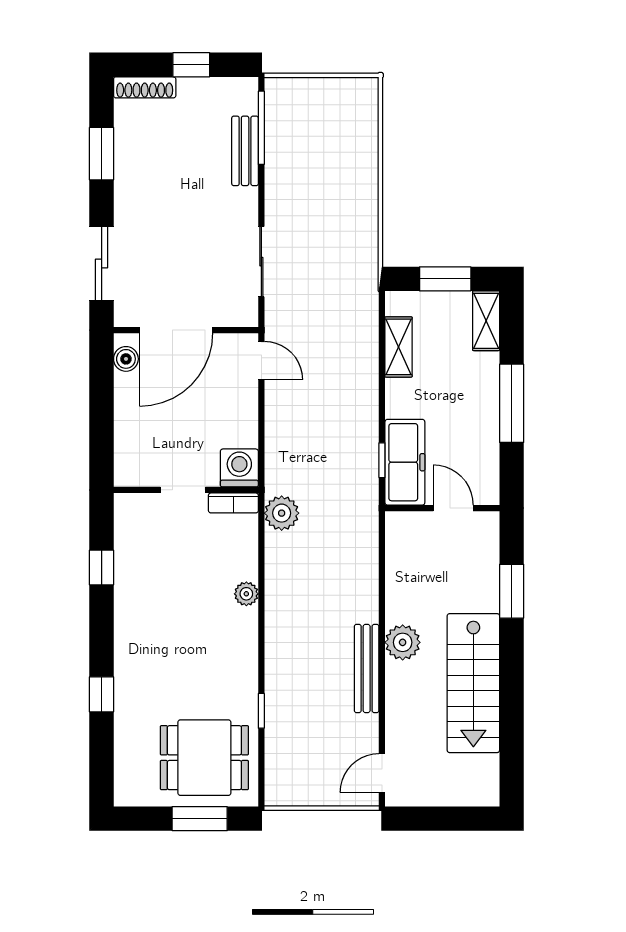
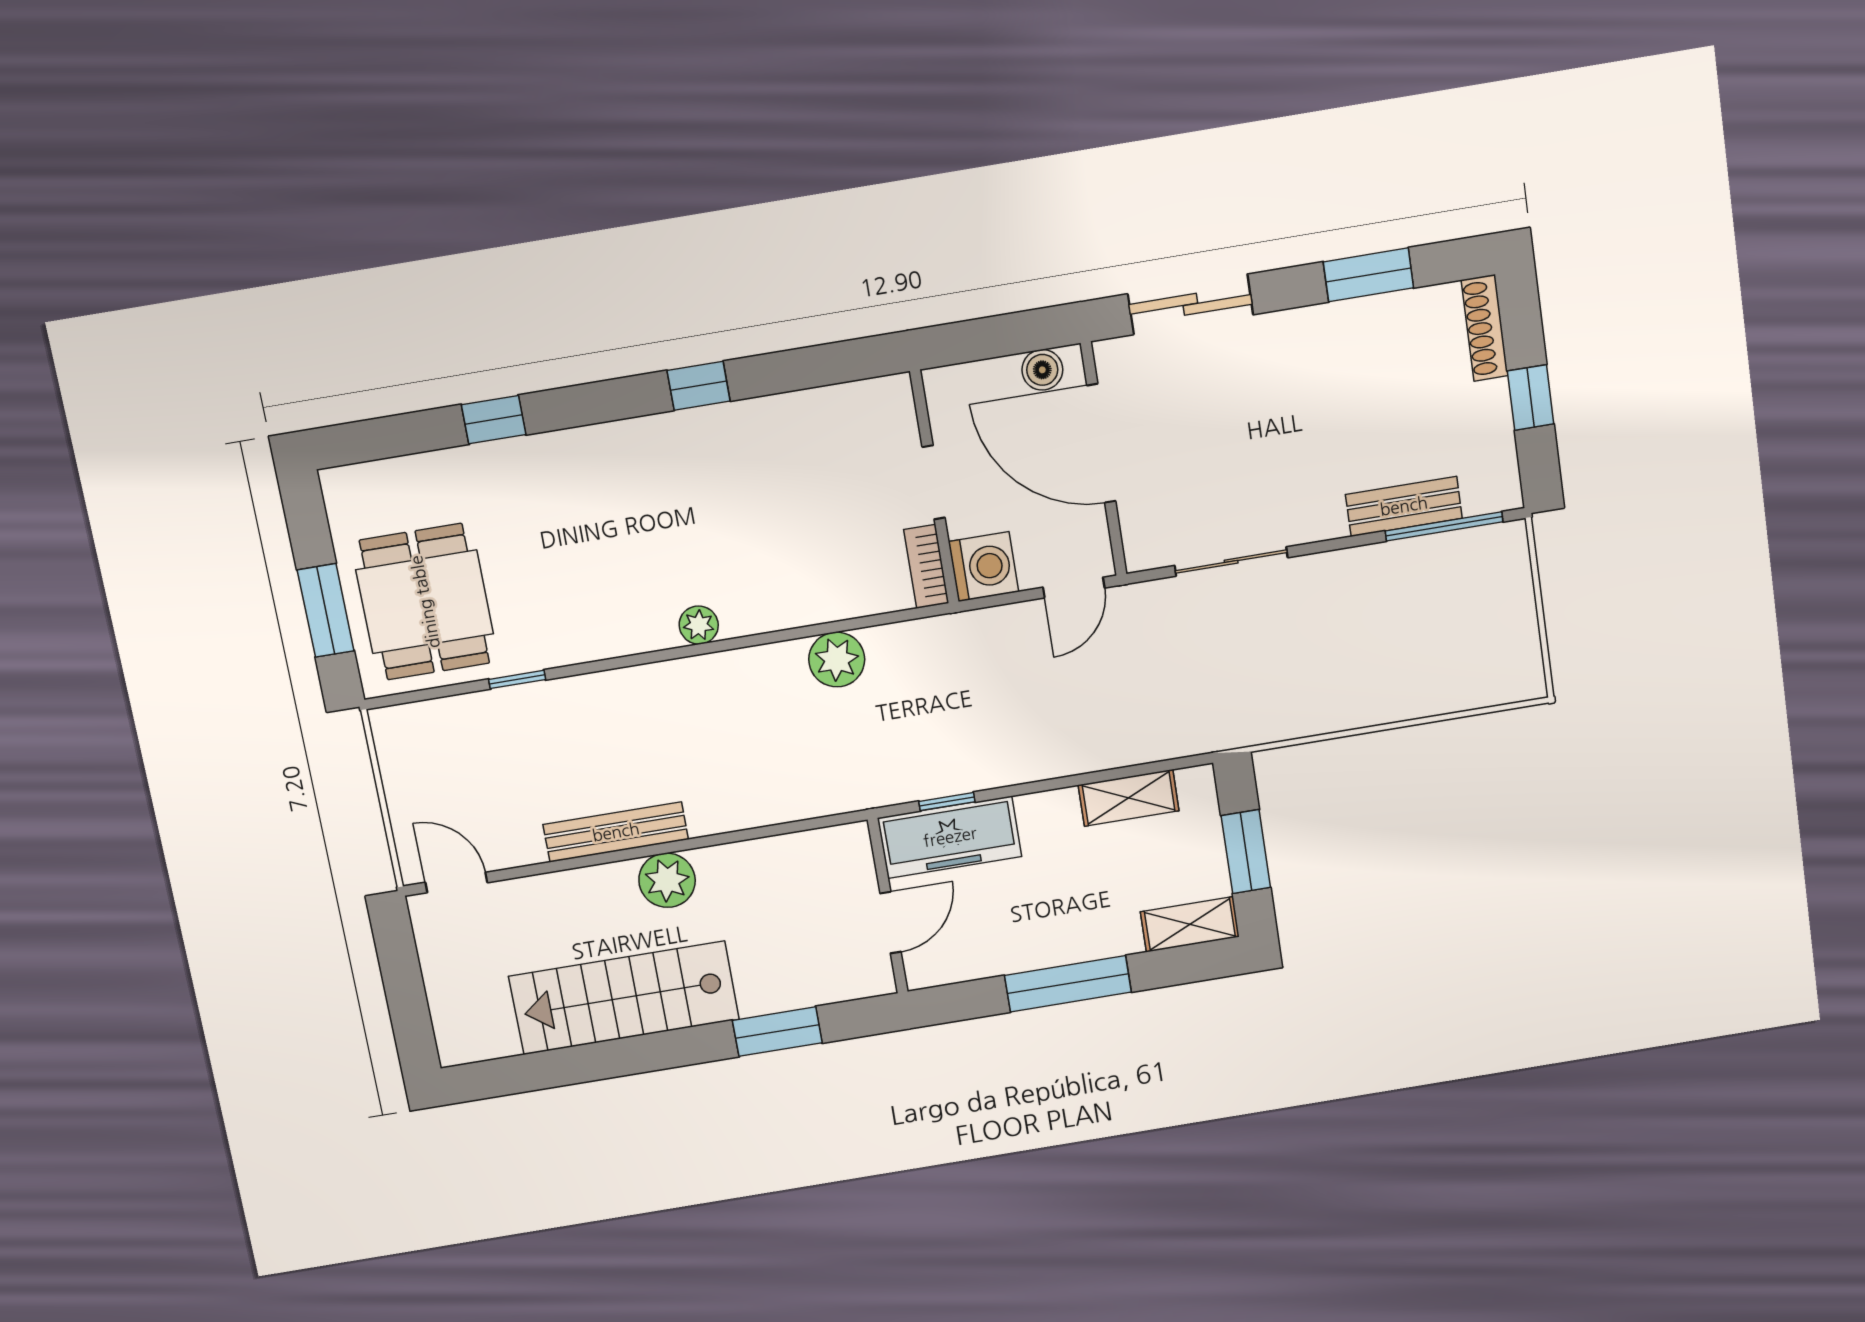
washing machine: (239, 468) -> (984, 567), moved
doorway: (183, 490) -> (934, 482), moved
wall: (186, 490) -> (934, 487), moved
bookcase: (233, 503) -> (926, 566), moved

